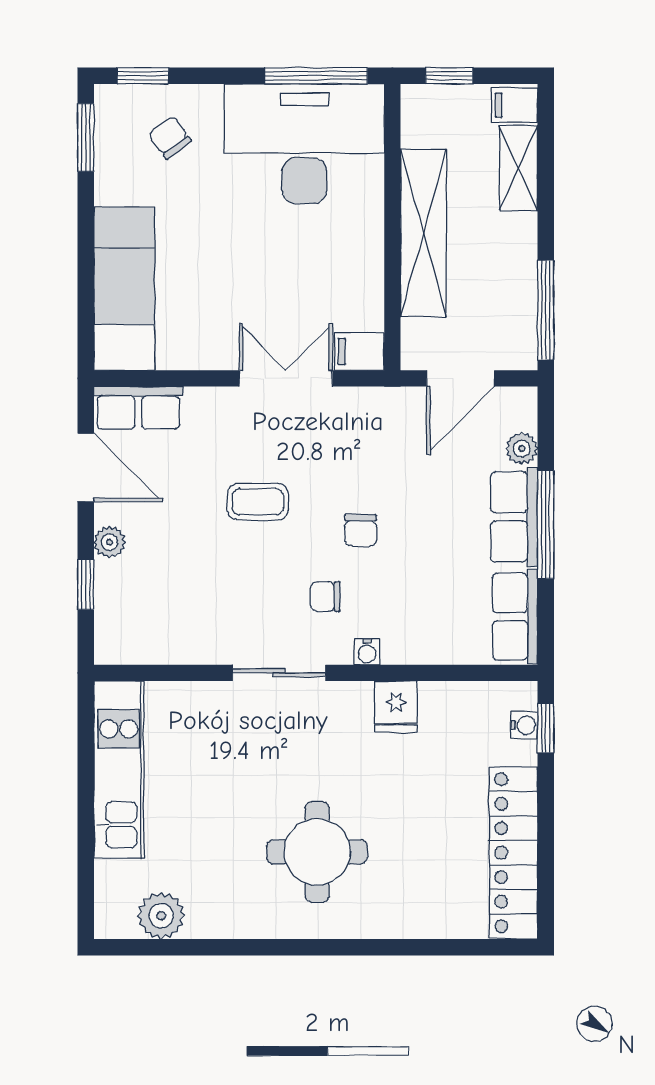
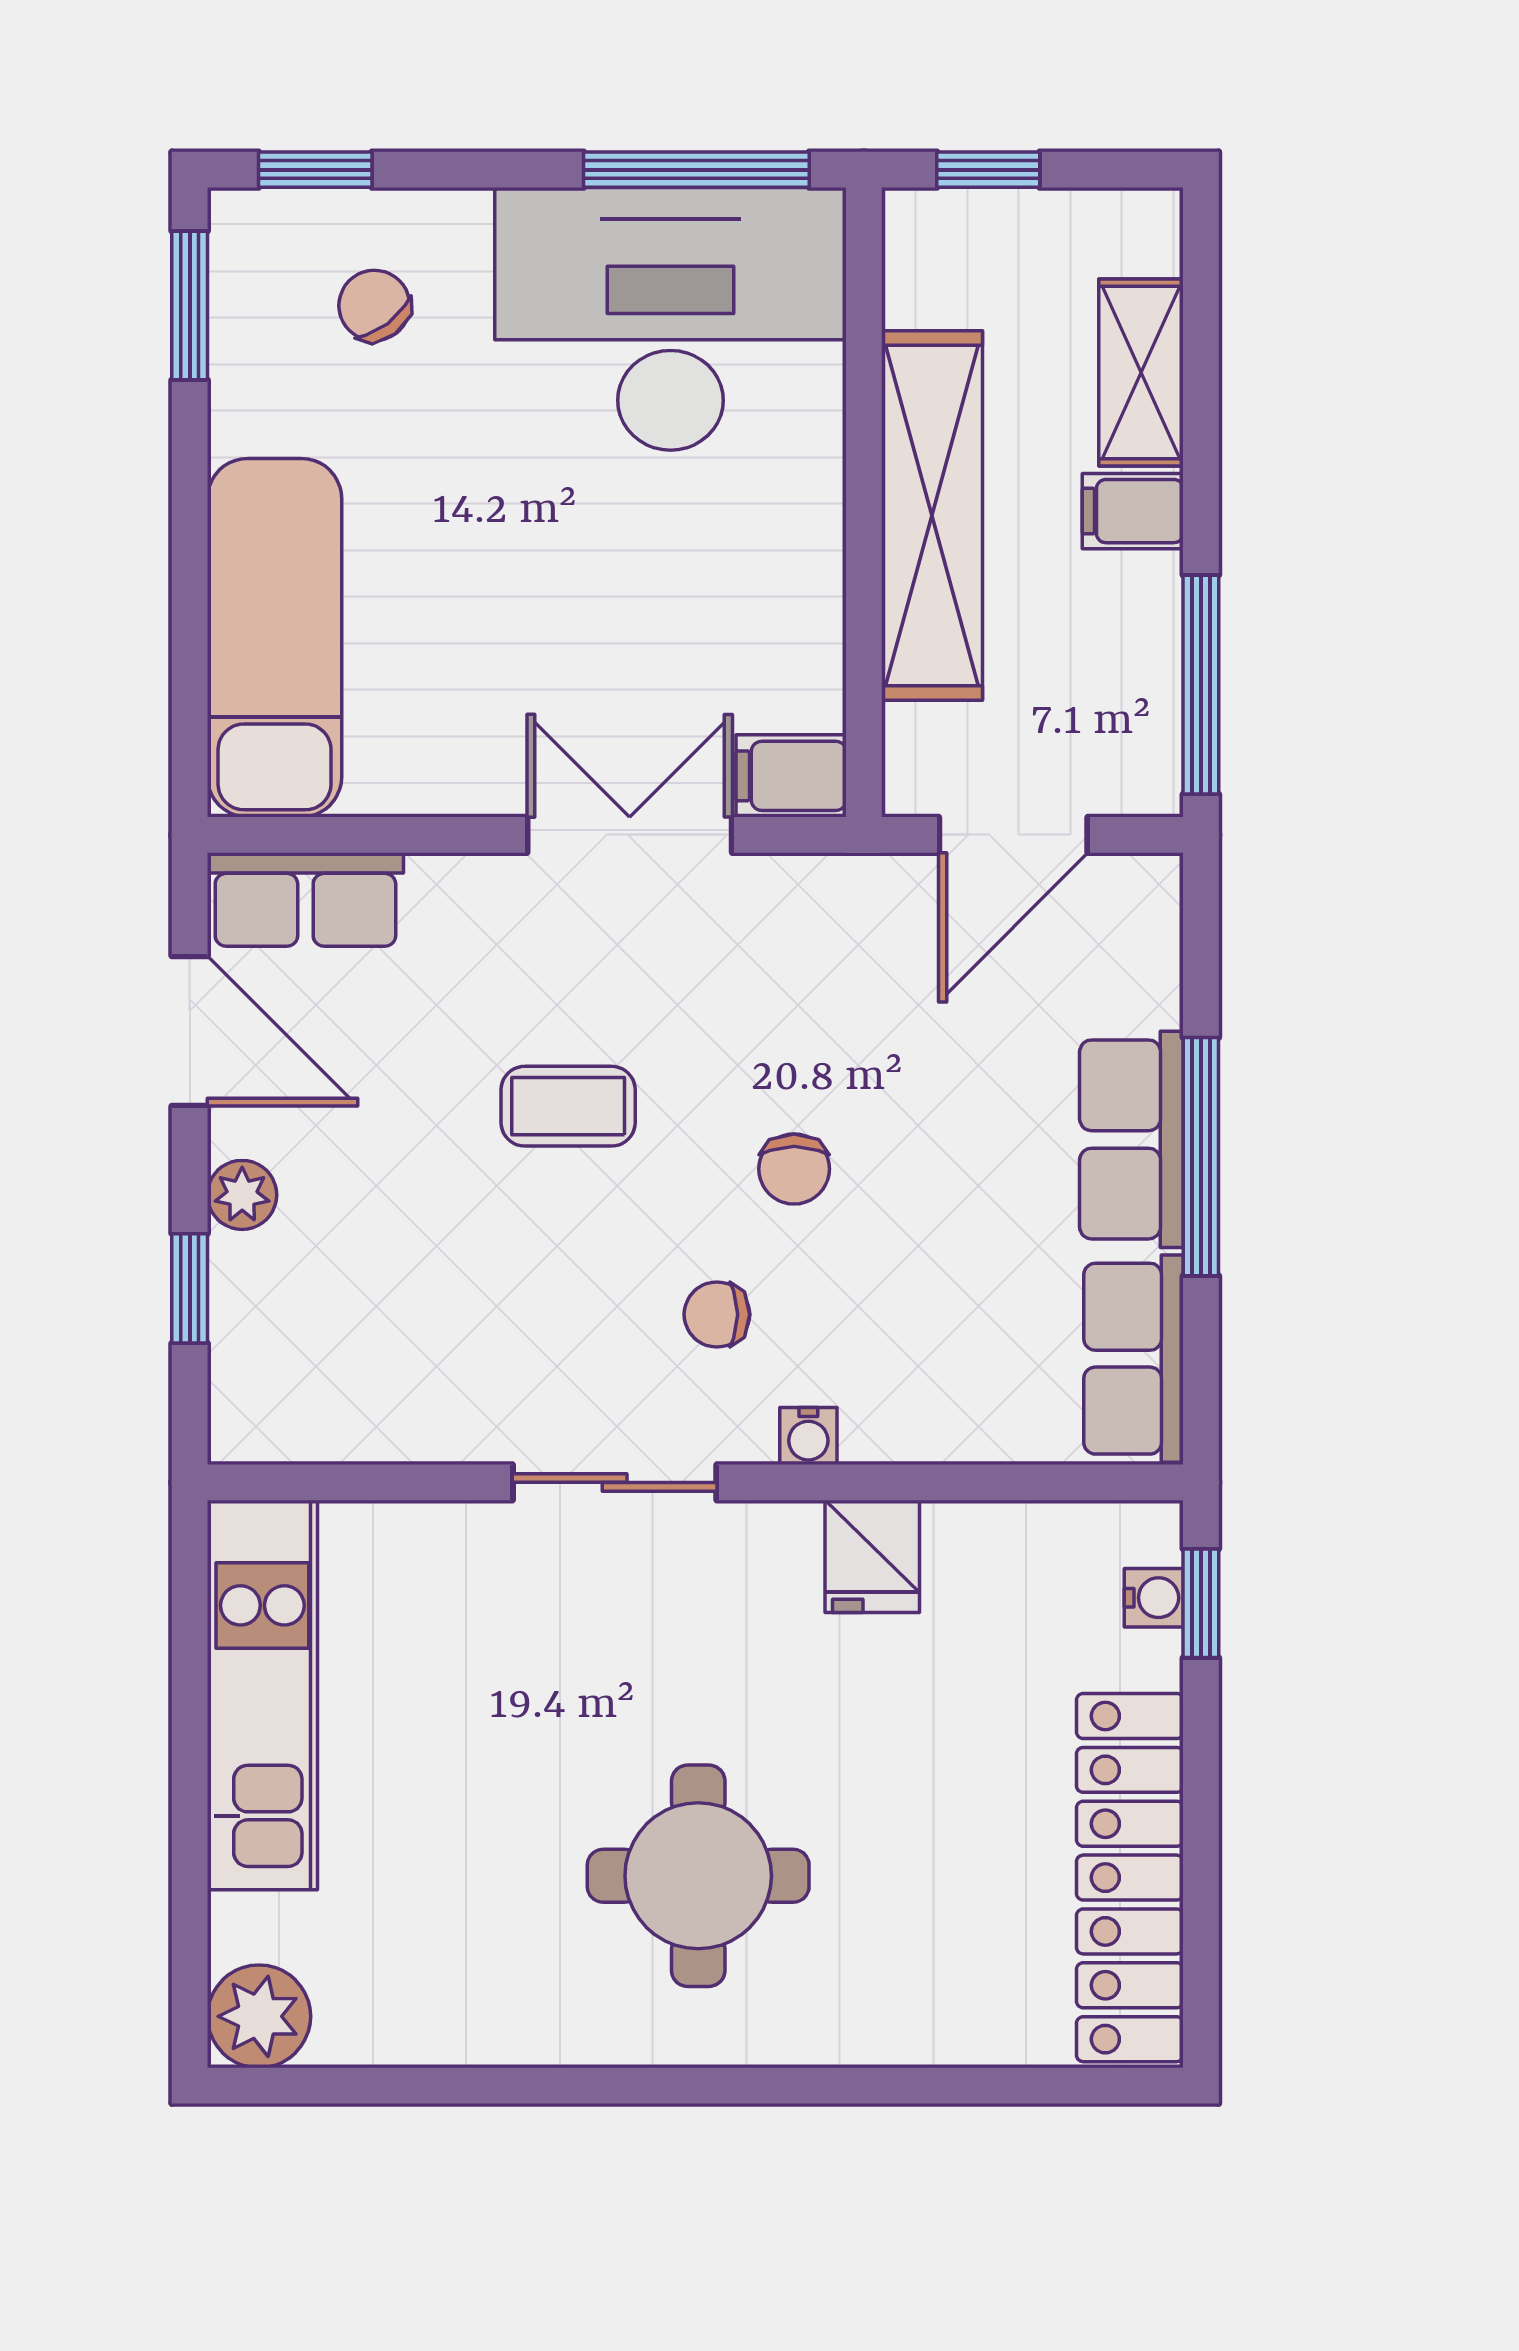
filing cabinet: (515, 105) -> (1133, 511), moved
plant: (522, 449) -> (1148, 989), removed
plant: (161, 916) -> (259, 2016), moved

